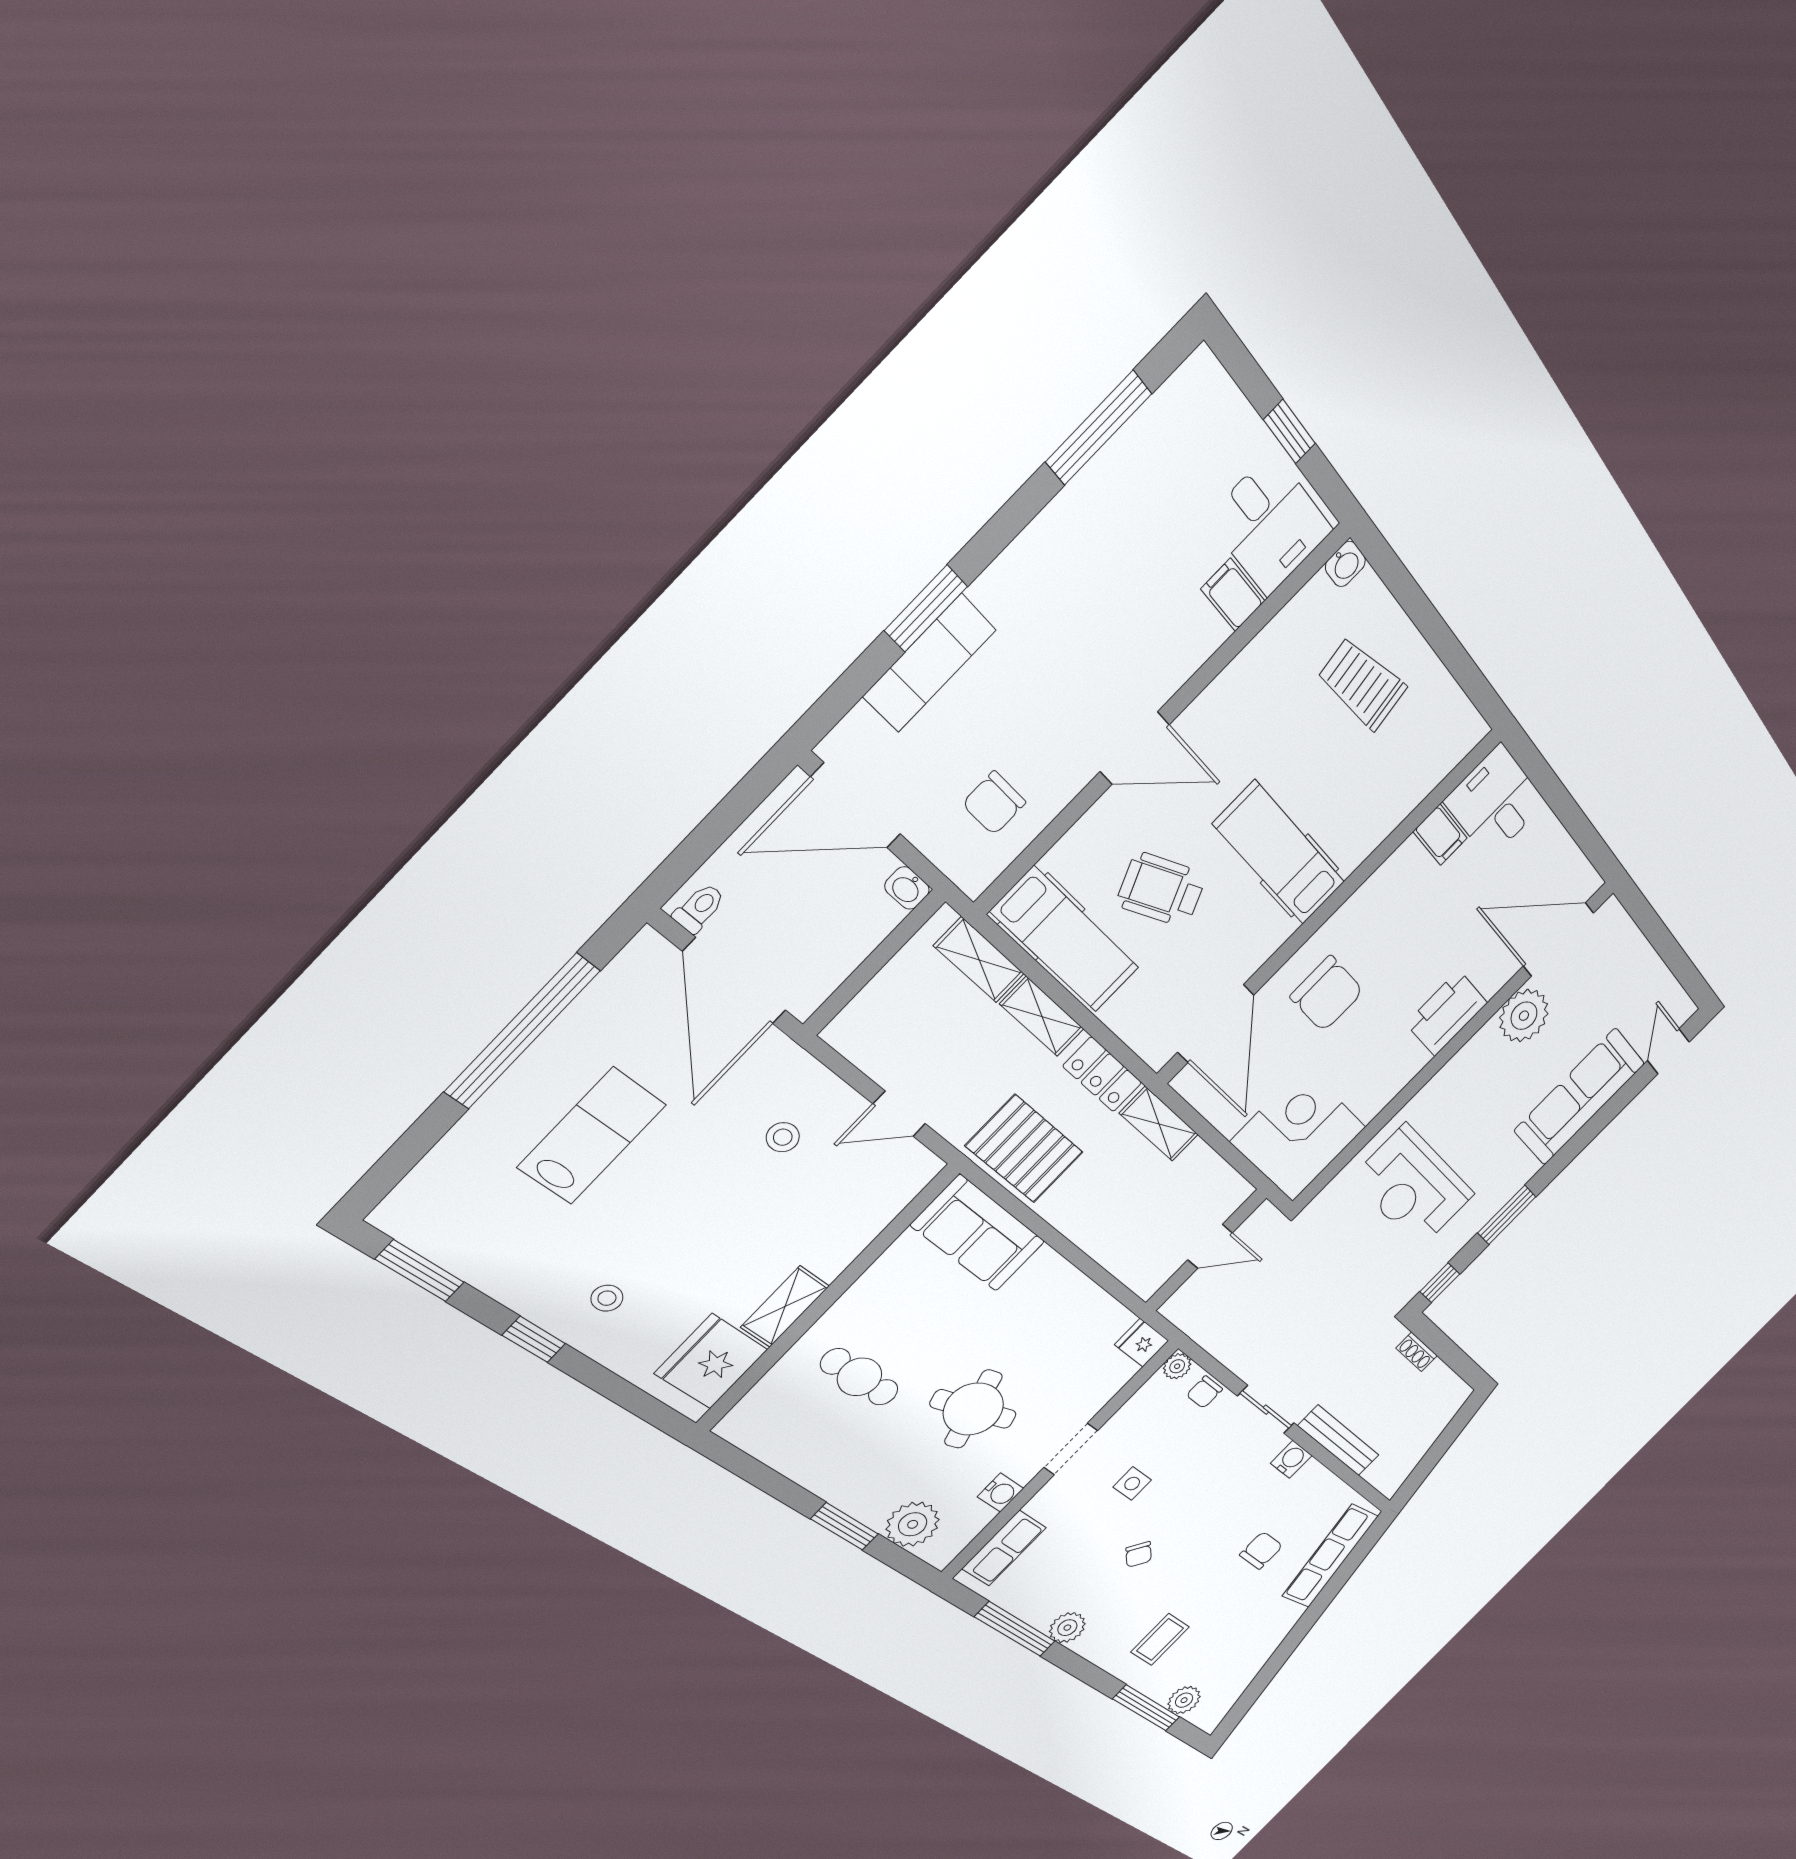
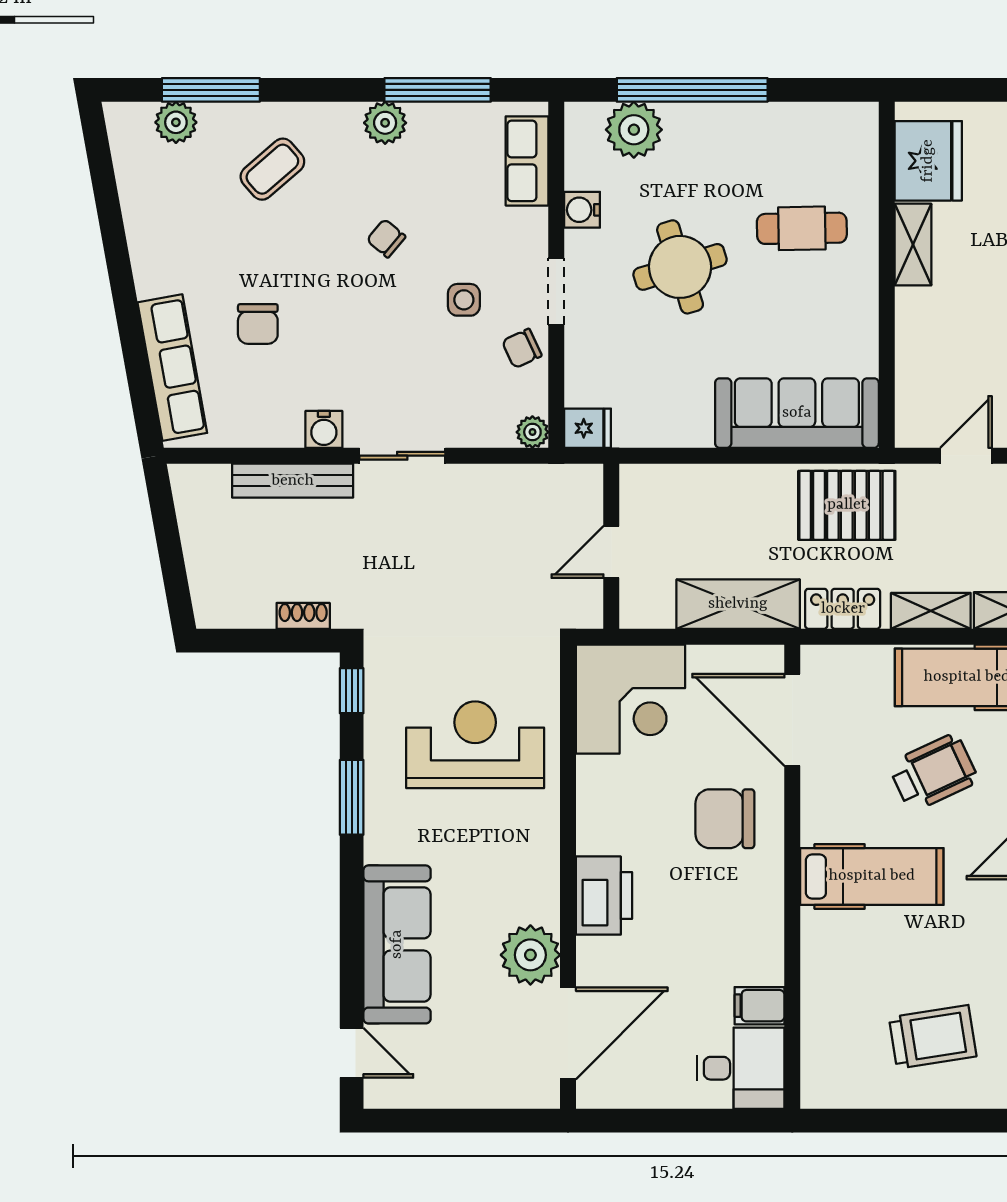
shelving: (1159, 1124) -> (738, 604), width x1.50, depth x1.33
sofa: (978, 1233) -> (797, 413), width x1.36
chair: (1205, 1392) -> (522, 348), moved, turned -115
window: (845, 1526) -> (692, 90), width x2.11
coffee table: (1160, 1639) -> (272, 169), turned 49

